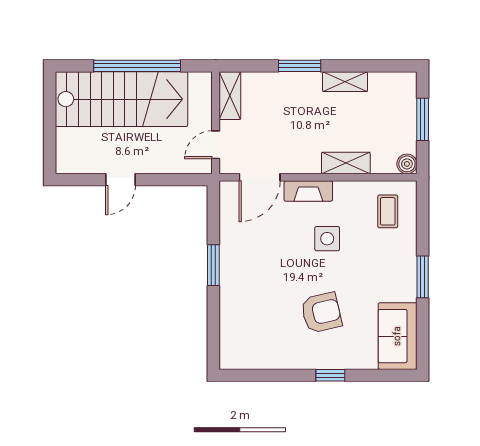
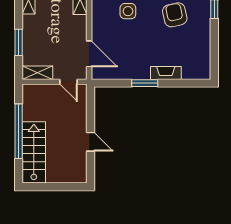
window: (300, 66) -> (19, 42), moved
stairs: (121, 99) -> (34, 152), width x0.73, depth x0.66
fireplace: (308, 191) -> (166, 73), moved, turned -90

